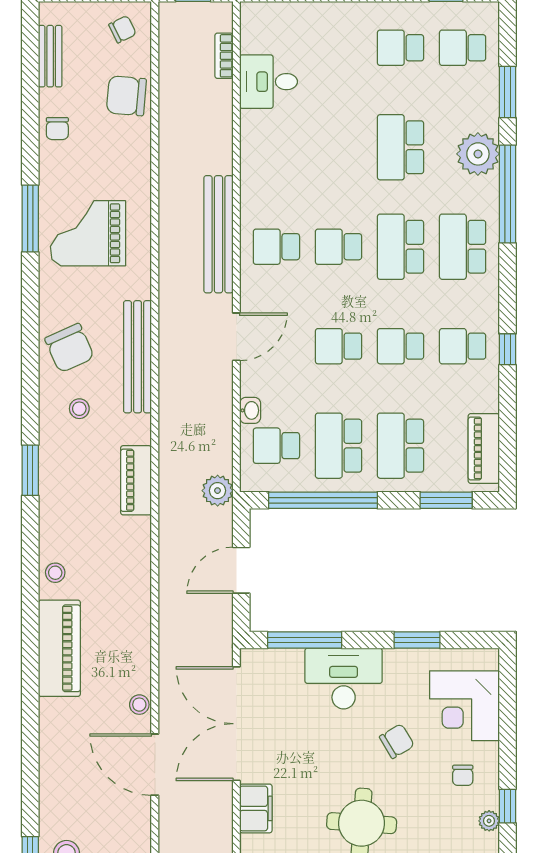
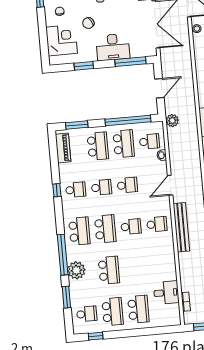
school desk: (338, 48) -> (138, 309), added
school desk: (401, 48) -> (113, 312), width x1.85

